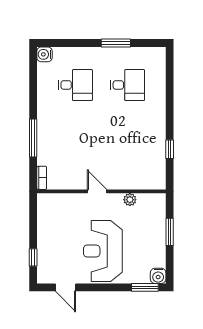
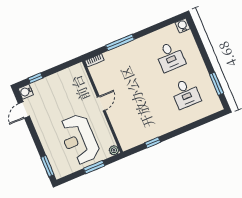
window: (116, 43) -> (217, 84), moved
plant: (130, 200) -> (114, 150), moved
reception desk: (103, 251) -> (79, 139), moved, turned -90
water cooler: (158, 276) -> (26, 92), moved

